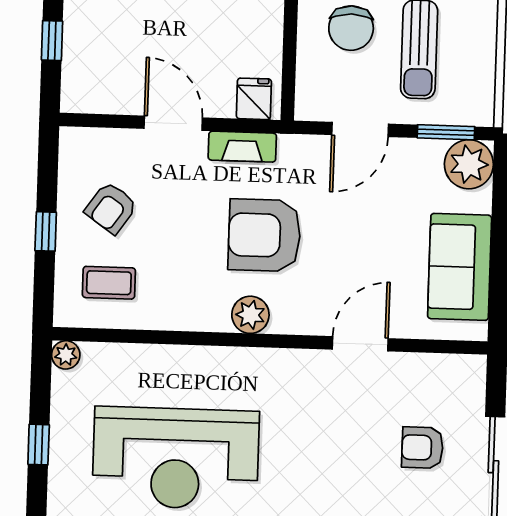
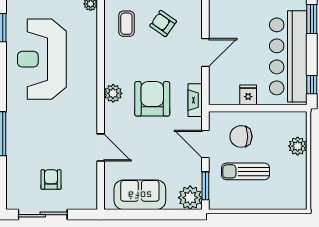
chair: (351, 28) -> (241, 136), moved
fridge: (254, 99) -> (248, 95), moved, turned -90
fireplace: (242, 147) -> (195, 100), moved

